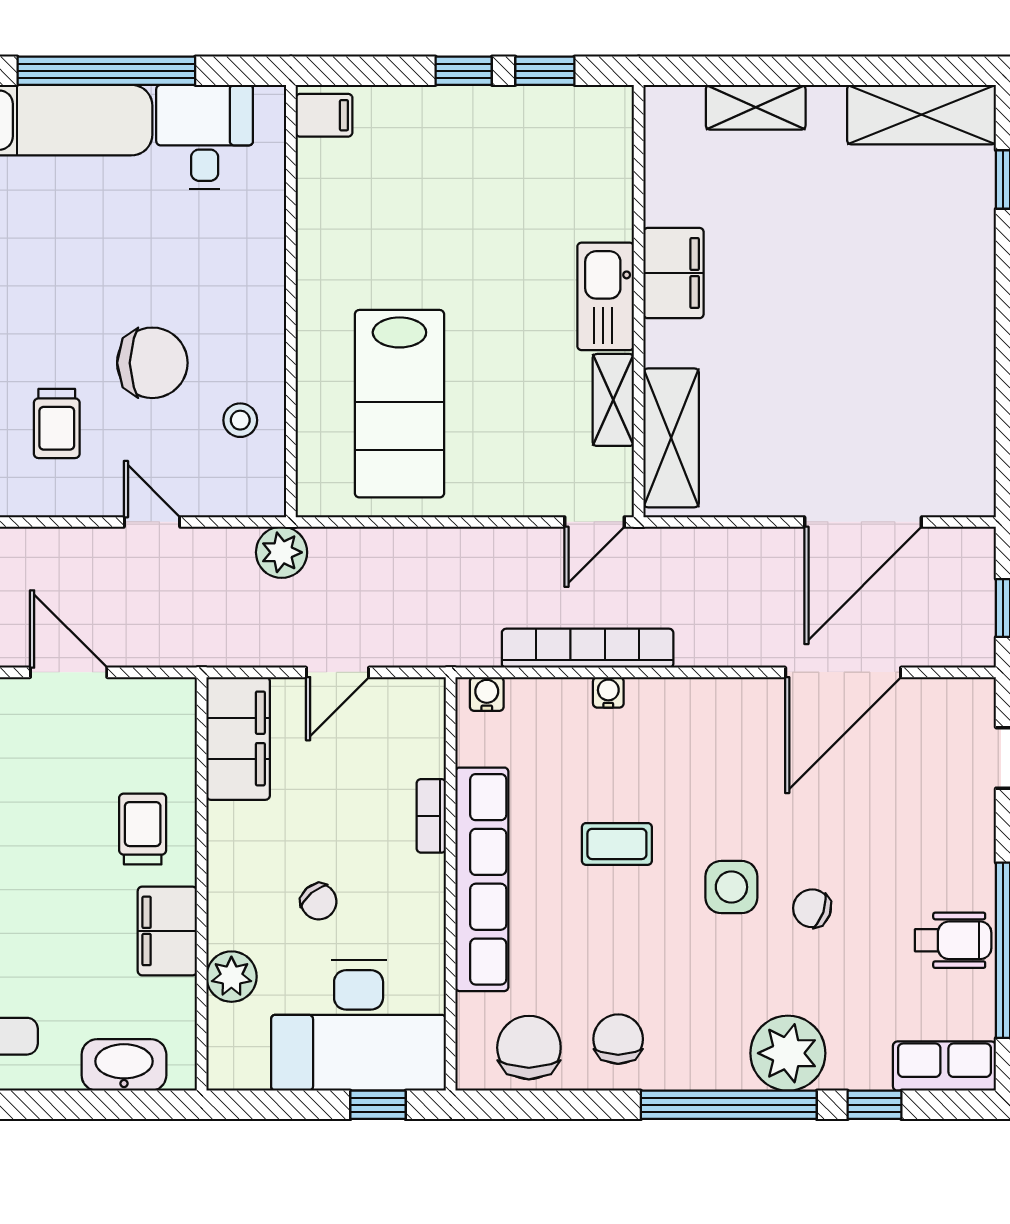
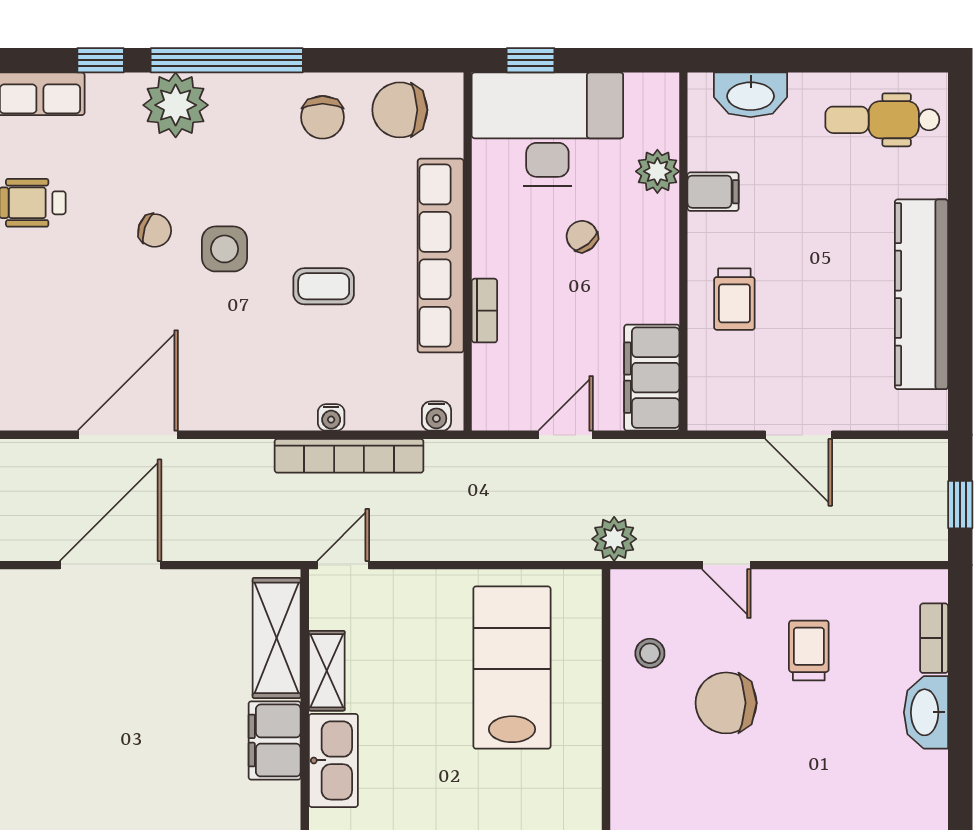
filing cabinet: (674, 273) -> (275, 740), moved
filing cabinet: (167, 931) -> (713, 192), width x0.50
chair: (529, 1048) -> (400, 110), turned 90

